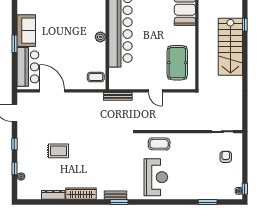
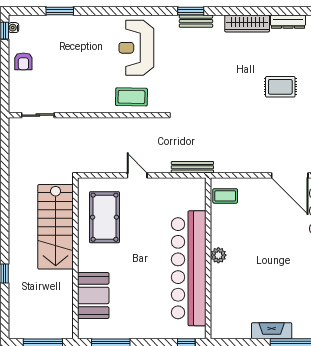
stairs: (230, 47) -> (56, 227), moved, turned 180
armchair: (226, 157) -> (23, 61), moved

